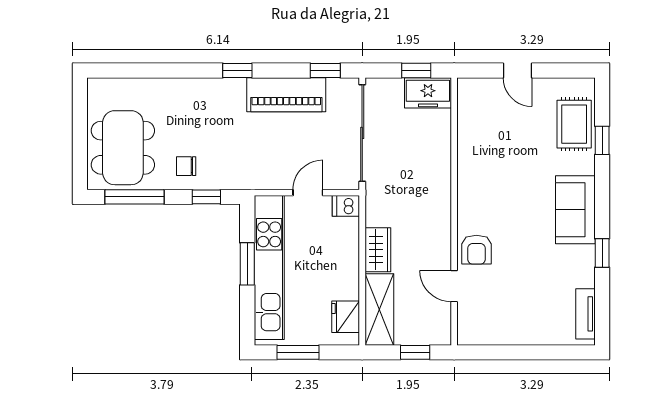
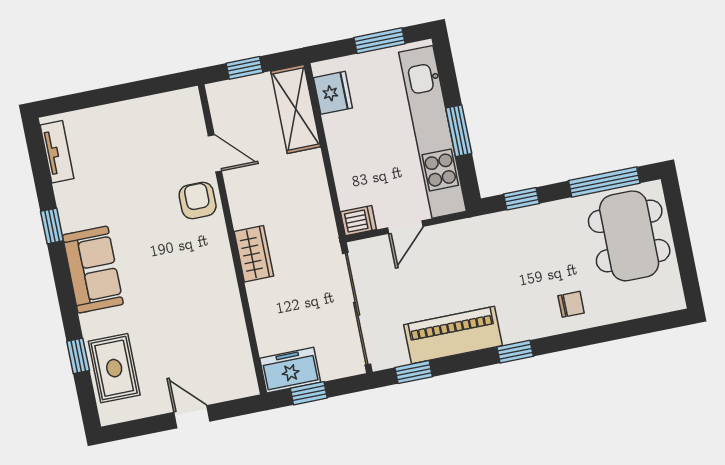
chair: (186, 166) -> (571, 304), moved
wardrobe: (378, 250) -> (254, 254), moved, turned 180

